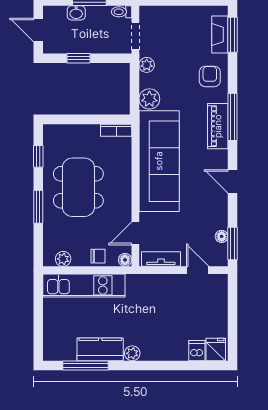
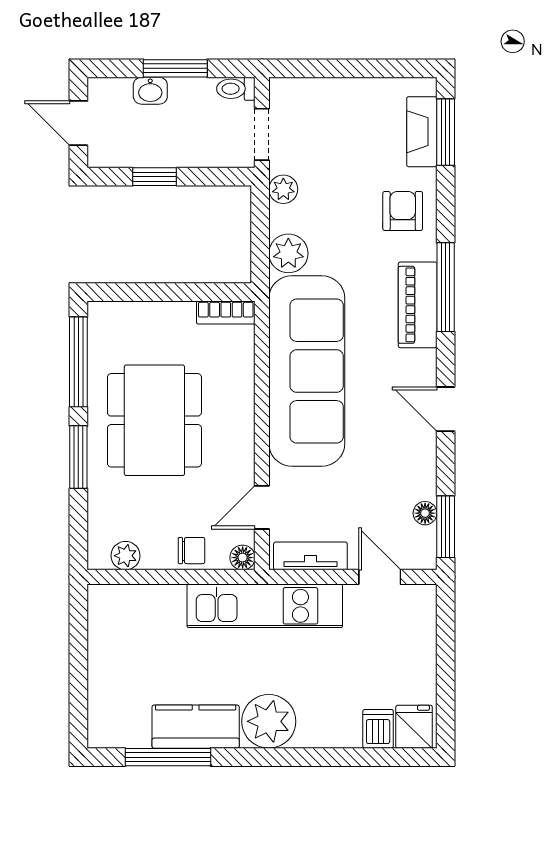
window: (38, 156) -> (78, 362), width x2.17
kitchen unit: (84, 285) -> (265, 606), moved
plant: (132, 353) -> (269, 721), width x1.88, depth x1.88

